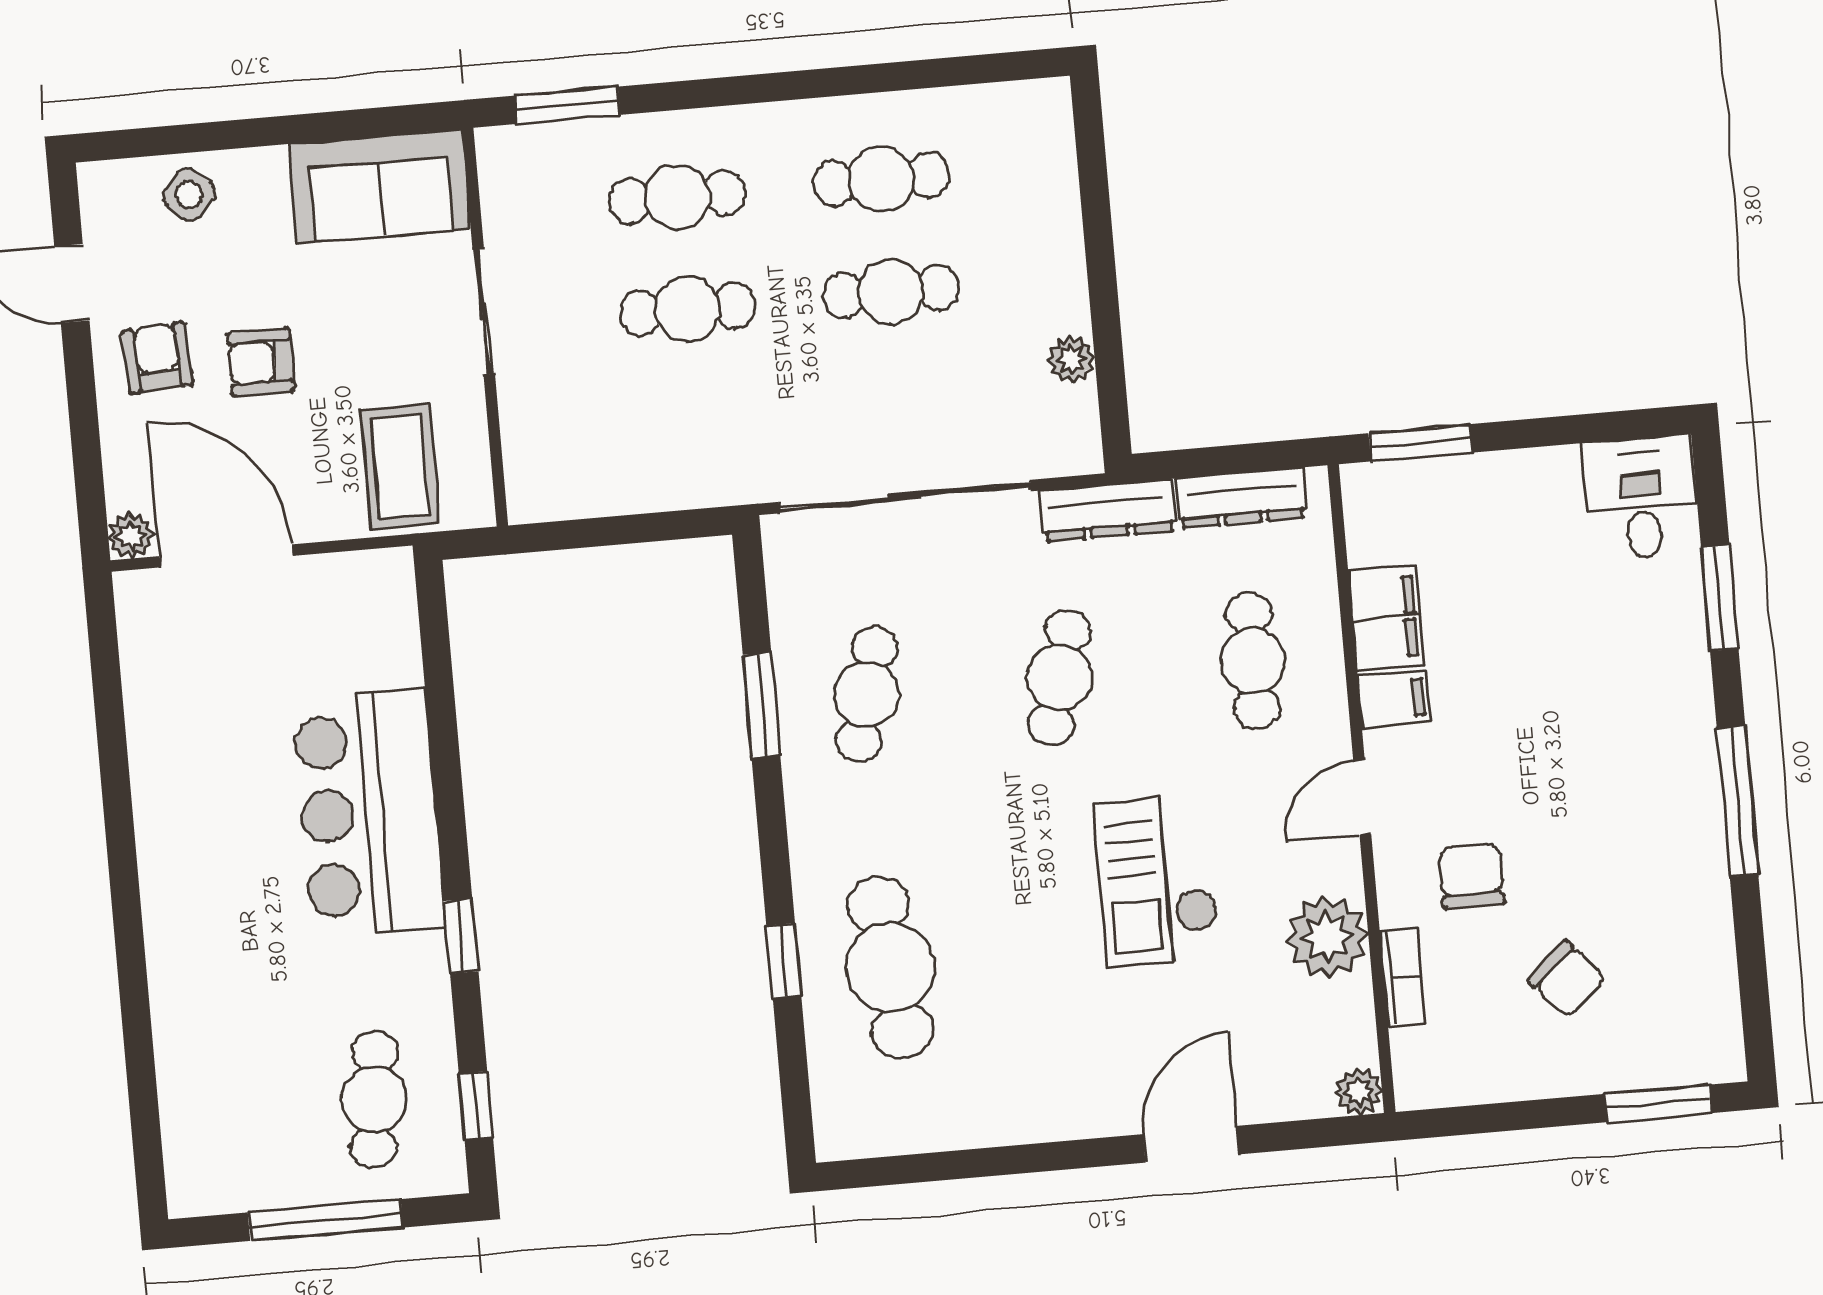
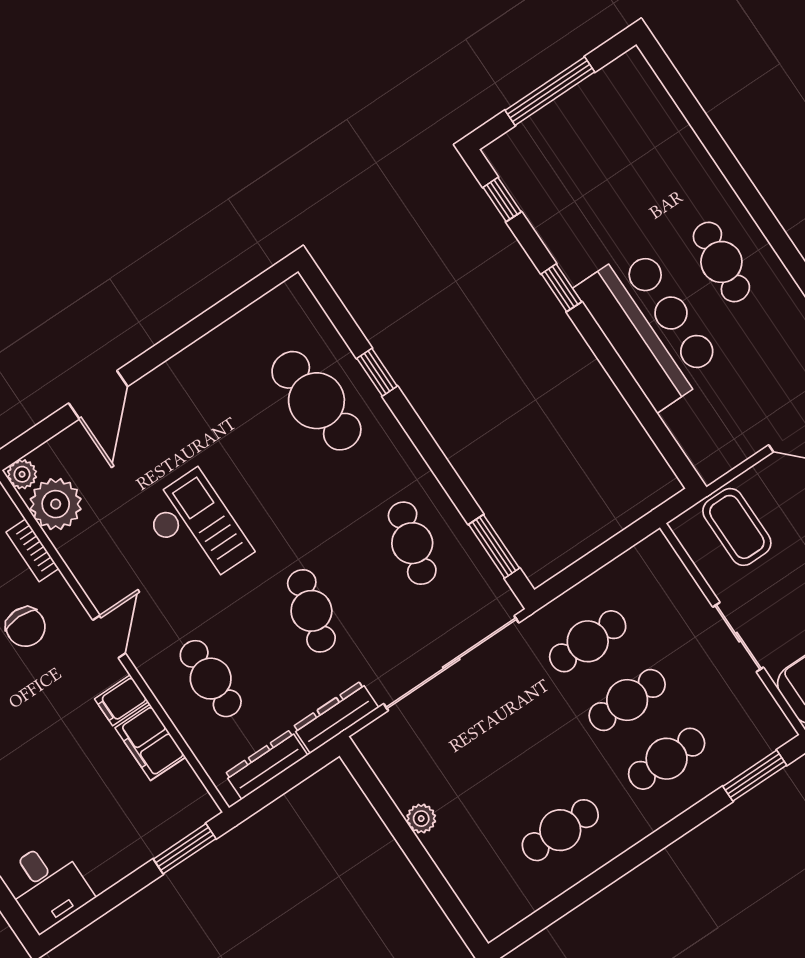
cafe table: (891, 292) -> (588, 641), moved
plant: (1071, 359) -> (421, 819), moved
window: (761, 705) -> (494, 546), moved
plant: (1327, 937) -> (56, 504), moved
cafe table: (374, 1099) -> (721, 262), moved

